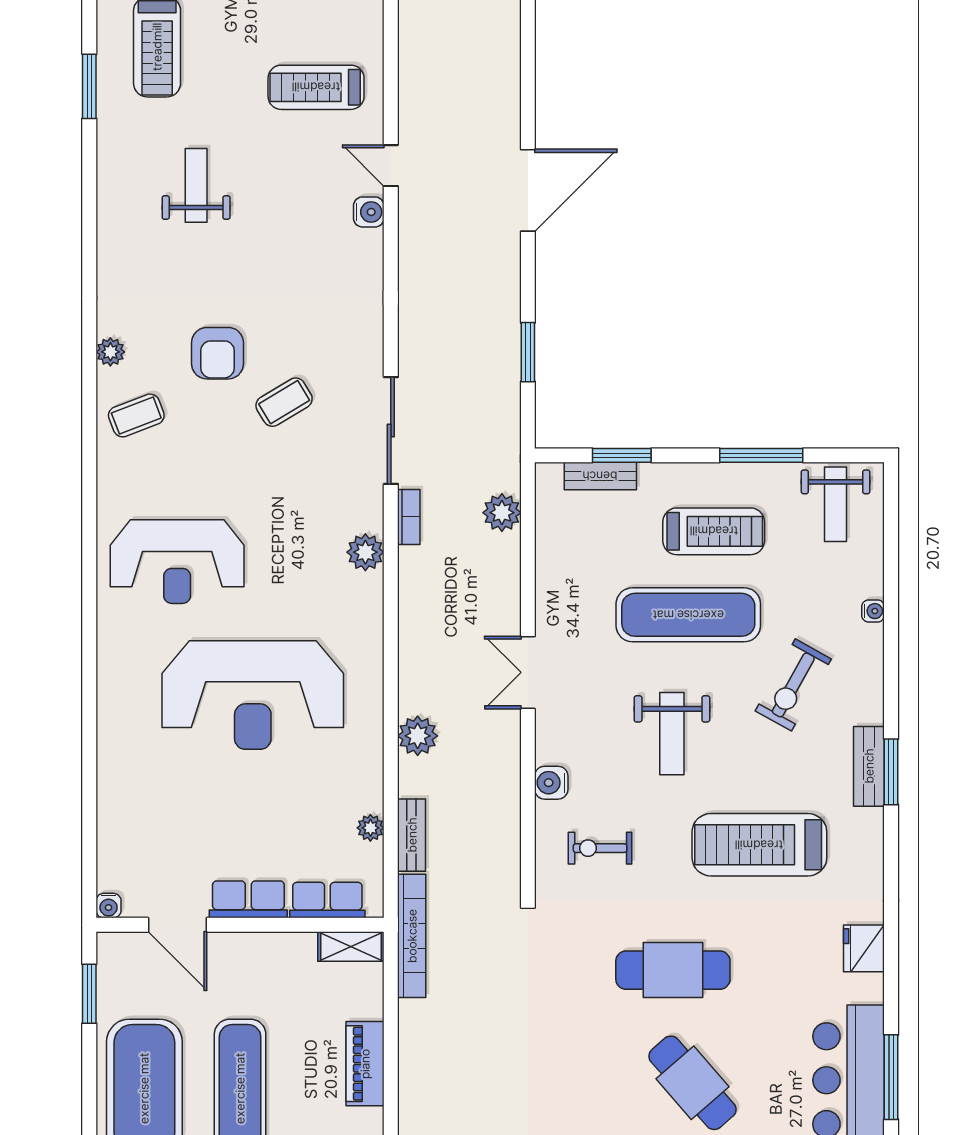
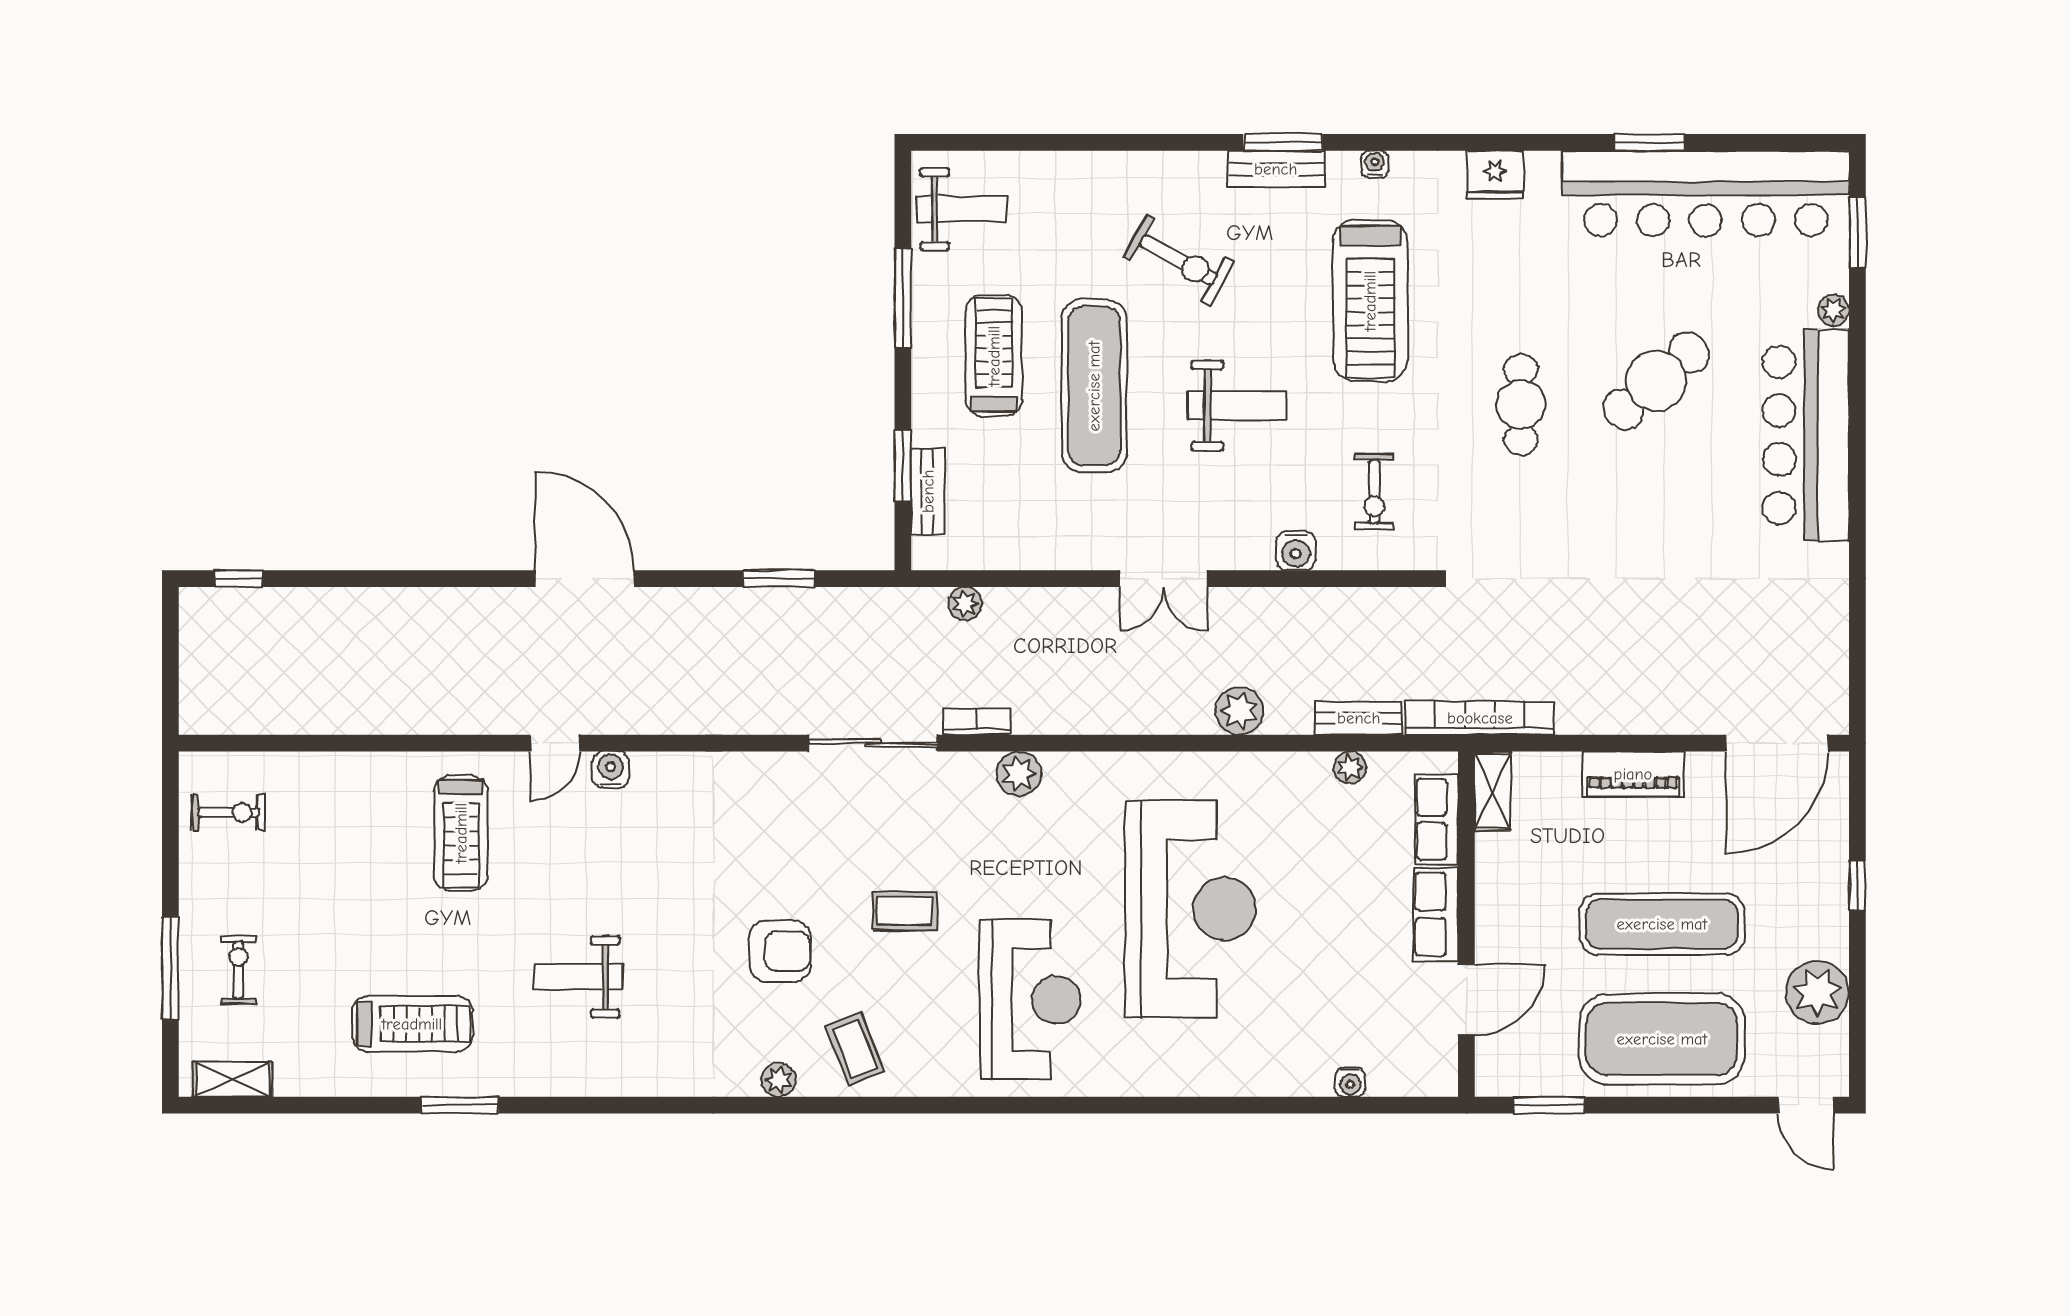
coffee table: (284, 402) -> (905, 911), moved, turned -59
plant: (502, 513) -> (965, 603), width x0.73, depth x0.73
water cooler: (873, 611) -> (1375, 164), moved
water cooler: (109, 906) -> (1350, 1082), moved, turned 90
cafe table: (673, 970) -> (1521, 404), width x0.73, depth x0.74
window: (891, 1077) -> (1649, 142), width x0.69

